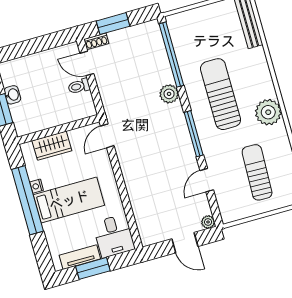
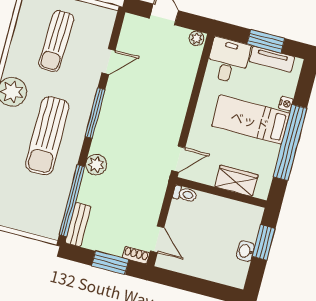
bench: (156, 39) -> (78, 225), added
toilet: (79, 86) -> (185, 194), moved
nightstand: (37, 186) -> (286, 104), moved
plant: (208, 222) -> (197, 38), moved

